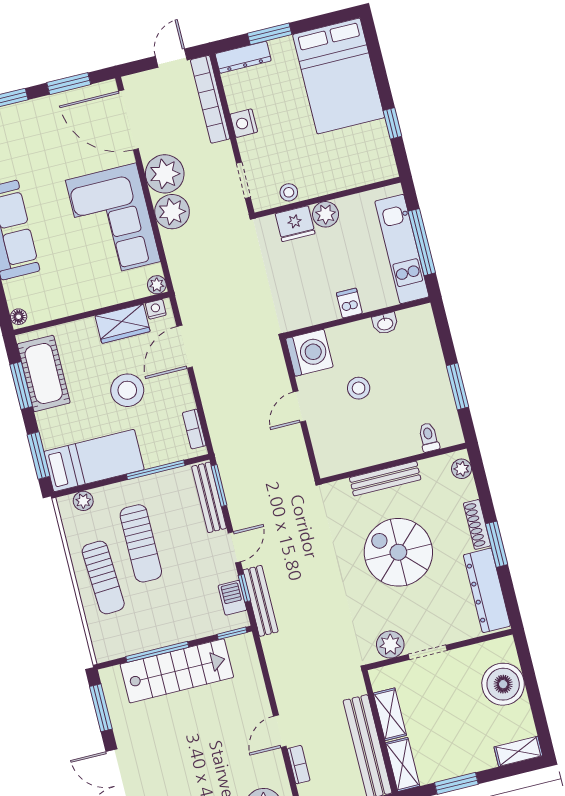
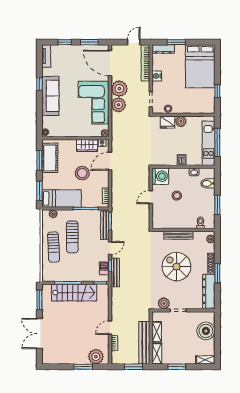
bidet: (423, 342) -> (208, 183), added

